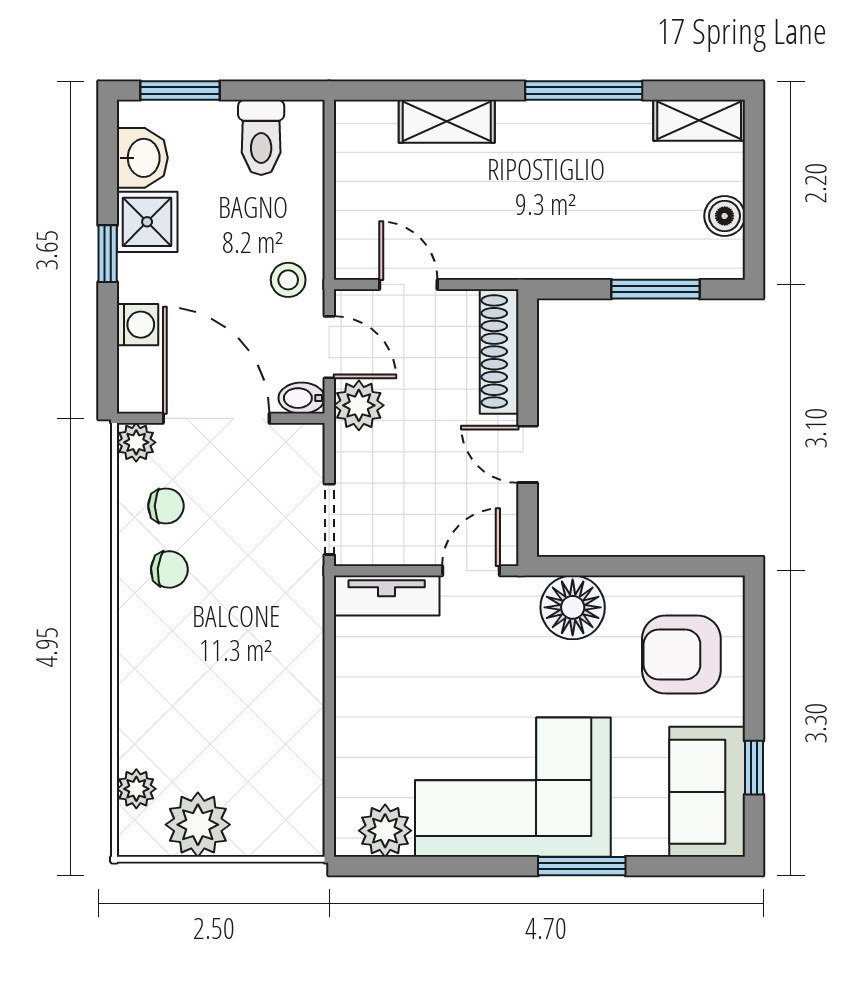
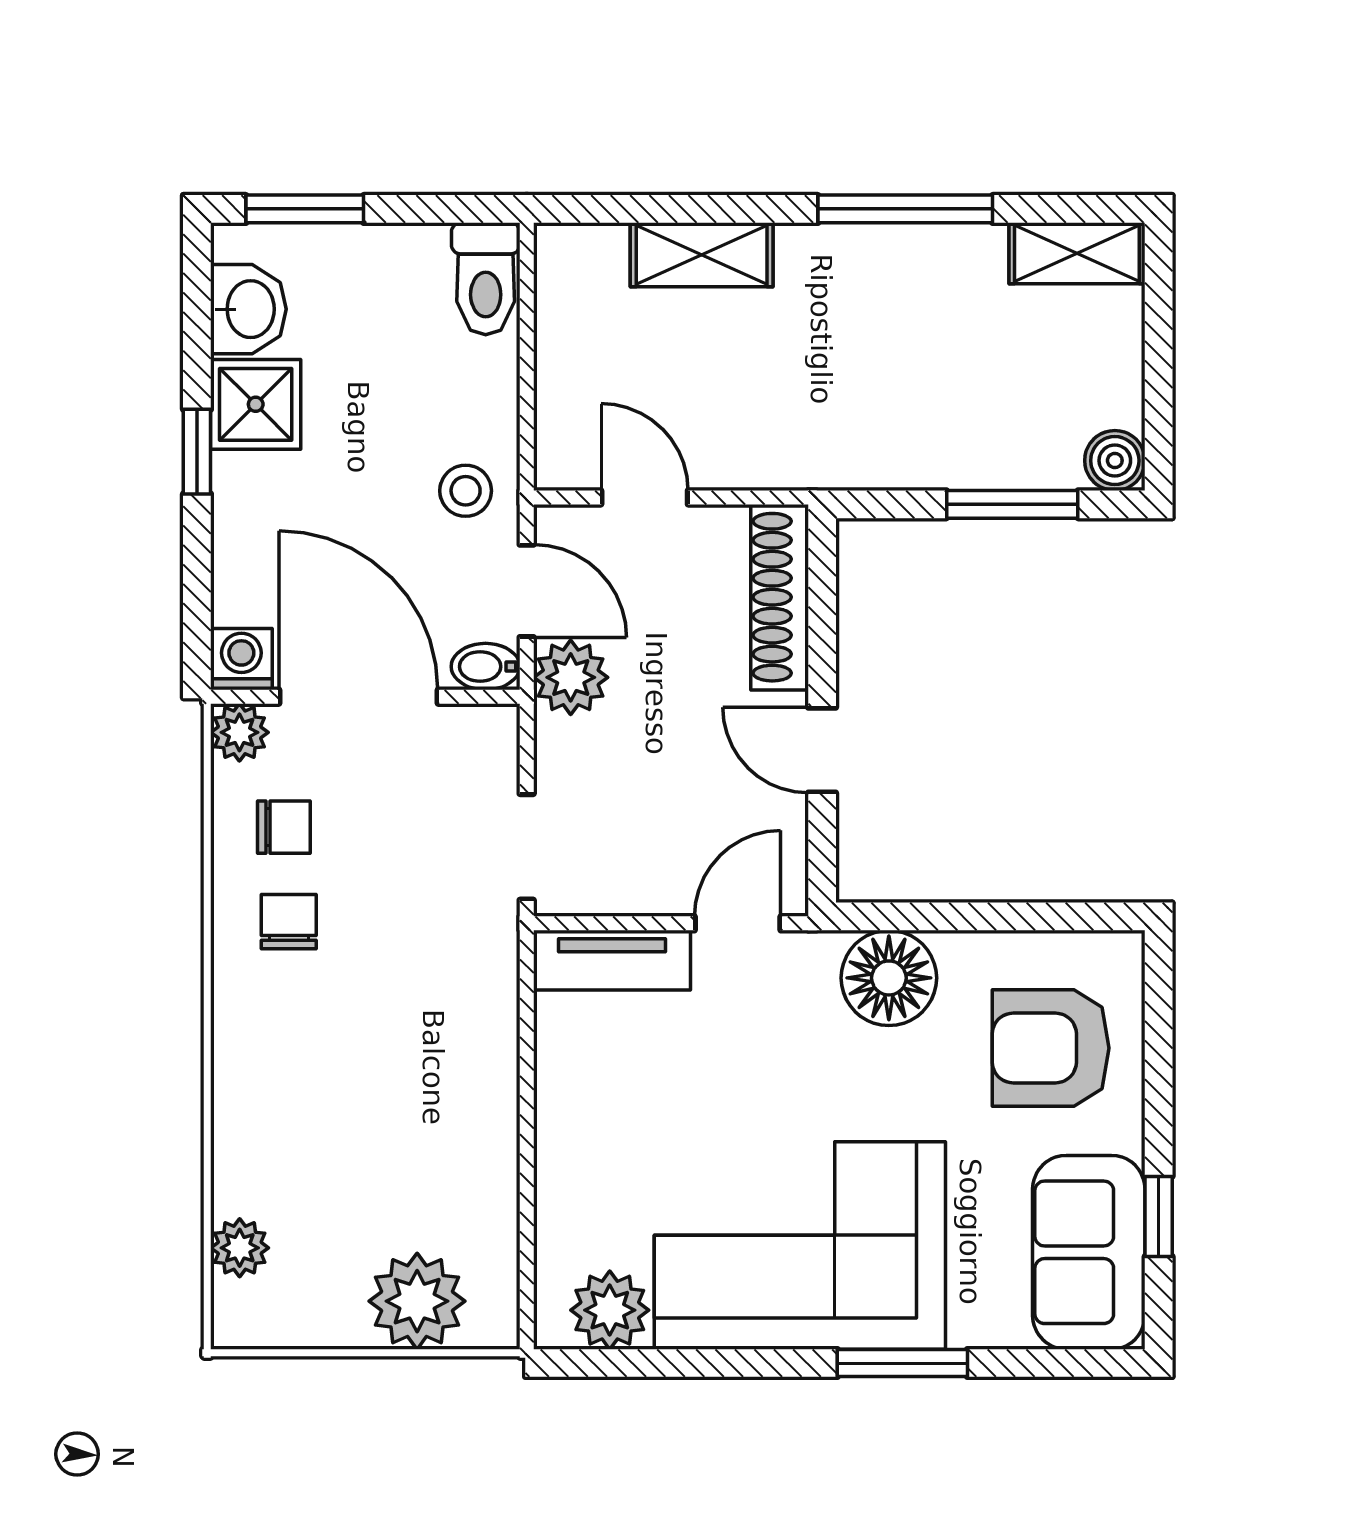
toilet: (261, 137) -> (486, 279), moved
boiler: (725, 216) -> (1115, 461), moved
washing machine: (137, 325) -> (241, 659), moved, turned -90
chair: (169, 569) -> (289, 922), turned -95
plant: (198, 825) -> (417, 1301), moved

